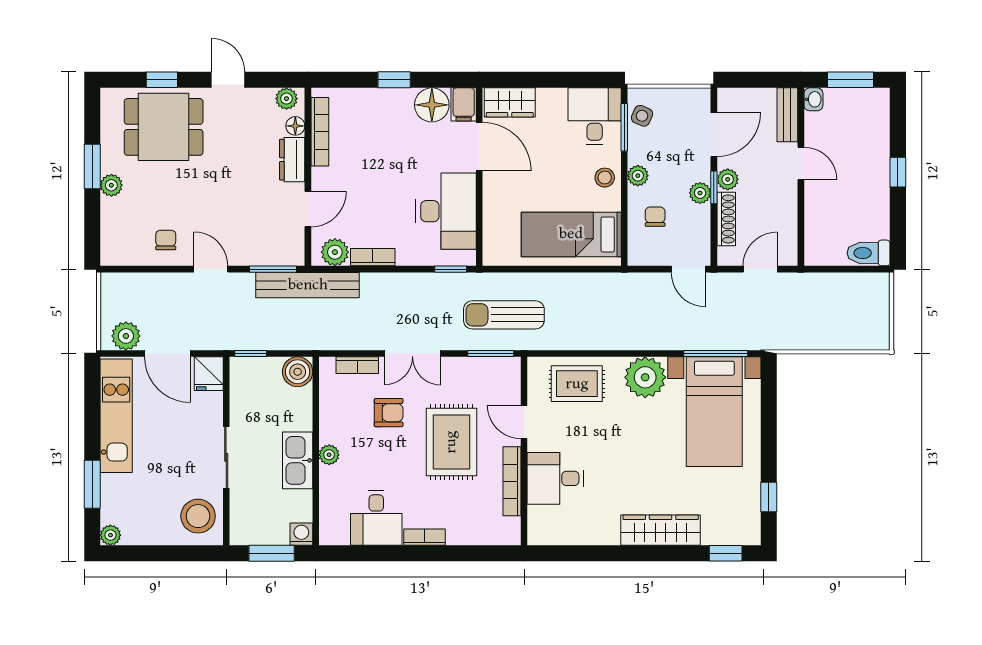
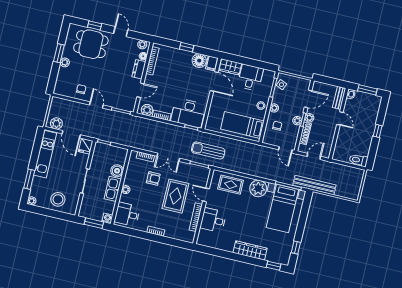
desk: (595, 116) -> (250, 77), moved
desk: (446, 211) -> (188, 113), moved, turned 90
bench: (308, 285) -> (314, 185), moved
boiler: (298, 372) -> (117, 171), moved
stool: (198, 516) -> (58, 199), moved
desk: (376, 518) -> (127, 214), moved, turned 90

